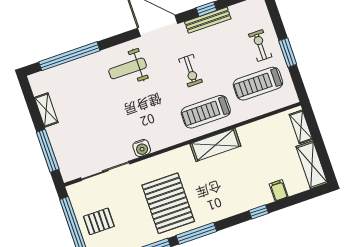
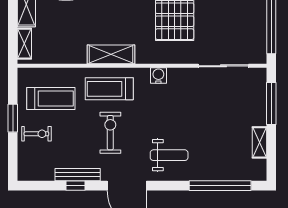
exercise bike: (260, 45) -> (36, 134), turned -90
exercise bike: (191, 71) -> (110, 133), width x1.38, depth x1.39
treadmill: (206, 112) -> (109, 89), turned 180
water cooler: (142, 148) -> (158, 75), moved
pallet: (99, 221) -> (246, 20), removed

